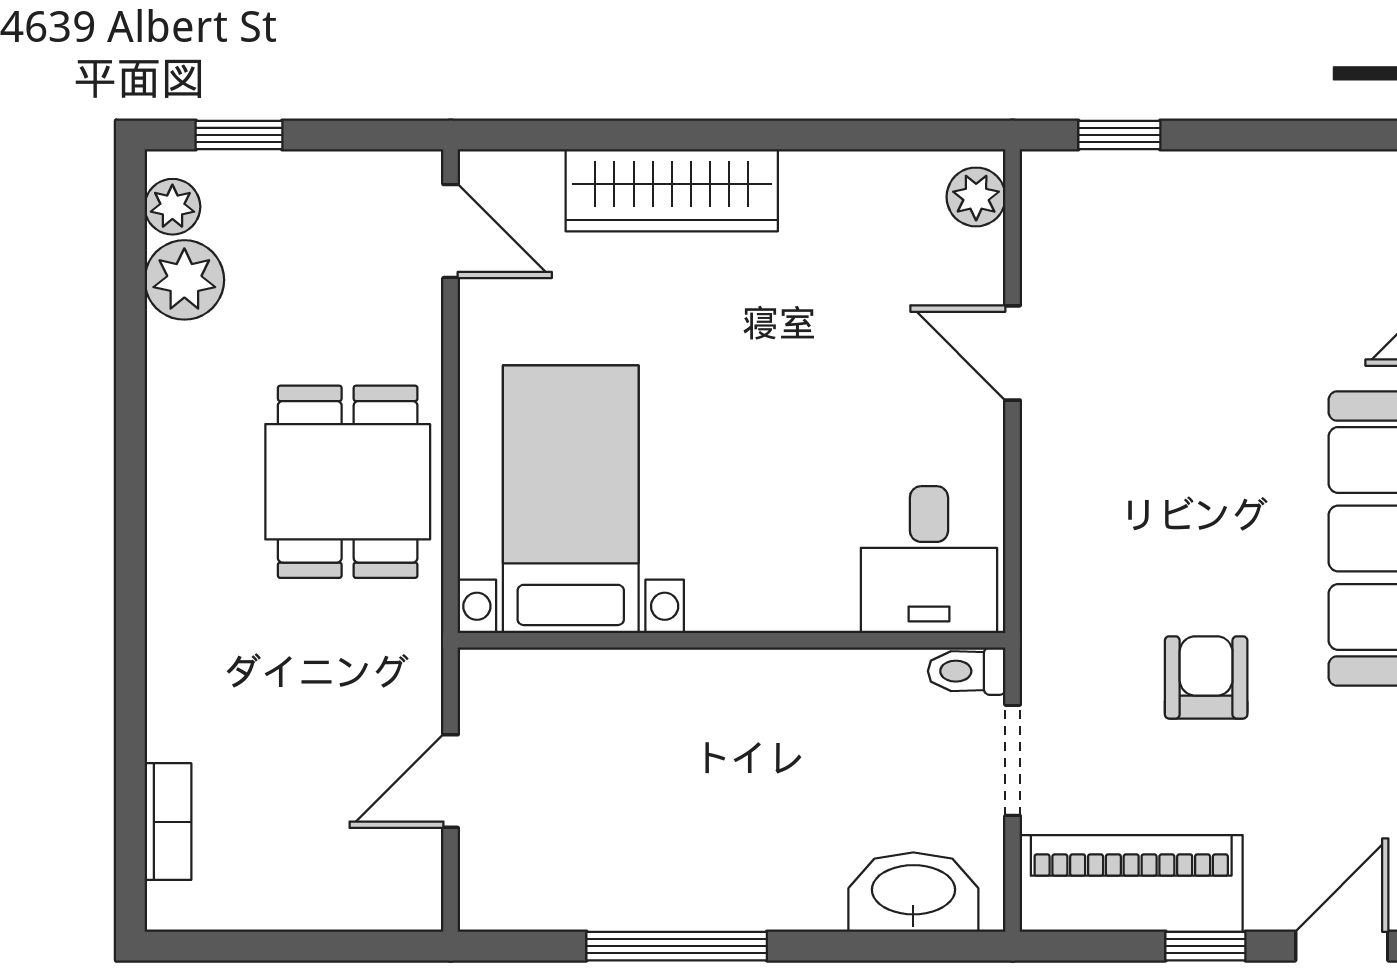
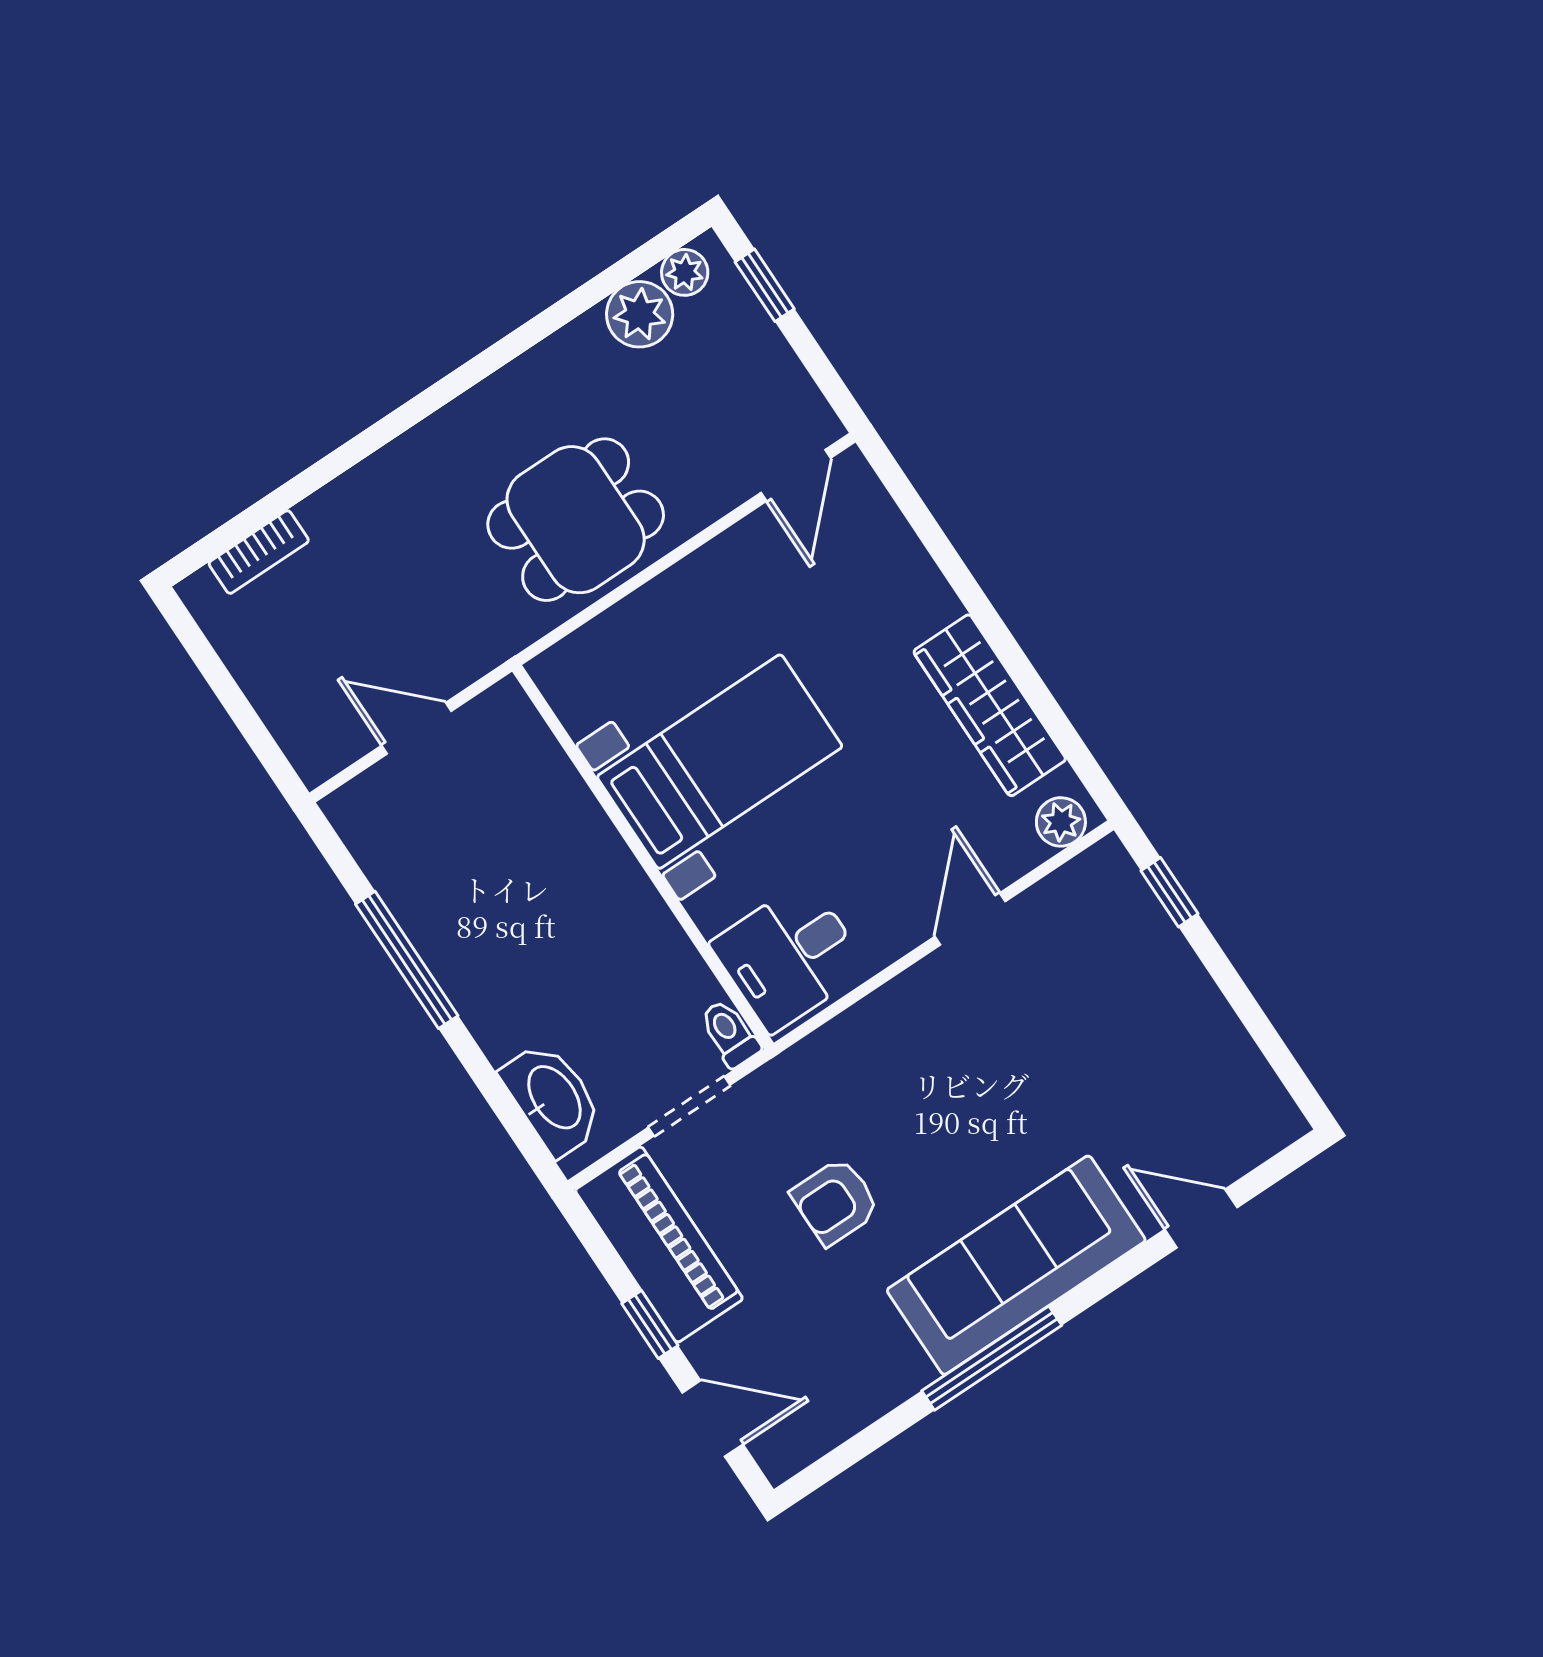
wardrobe: (672, 190) -> (990, 705), moved
bed with nightstands: (571, 499) -> (720, 762), moved
armchair: (1206, 677) -> (835, 1201), turned 180

